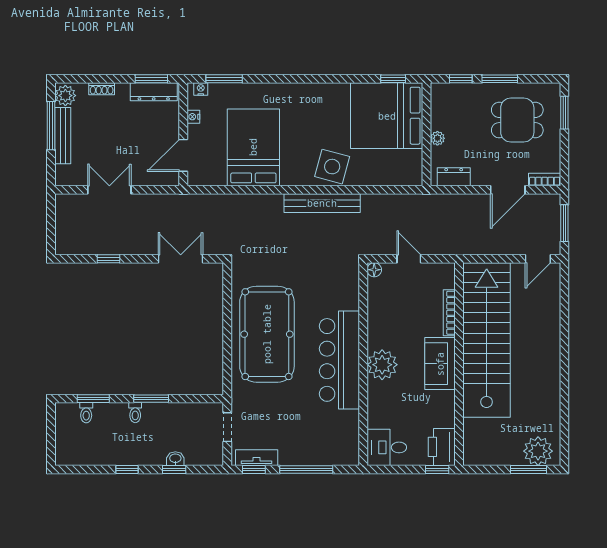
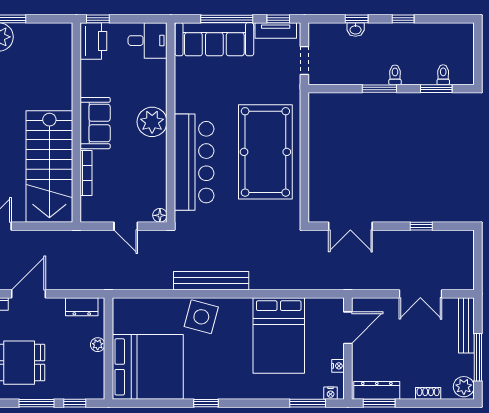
window: (393, 79) -> (206, 403), moved
bench: (63, 136) -> (466, 325), moved
stairs: (487, 340) -> (49, 166), width x0.73
bar counter: (339, 360) -> (194, 162), moved
sofa: (319, 449) -> (214, 39), added

